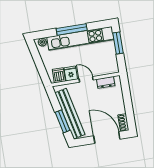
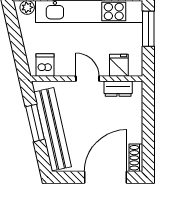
fridge: (71, 74) -> (119, 65), moved
window: (63, 121) -> (35, 123), moved
door: (107, 138) -> (105, 177), hinge flipped

